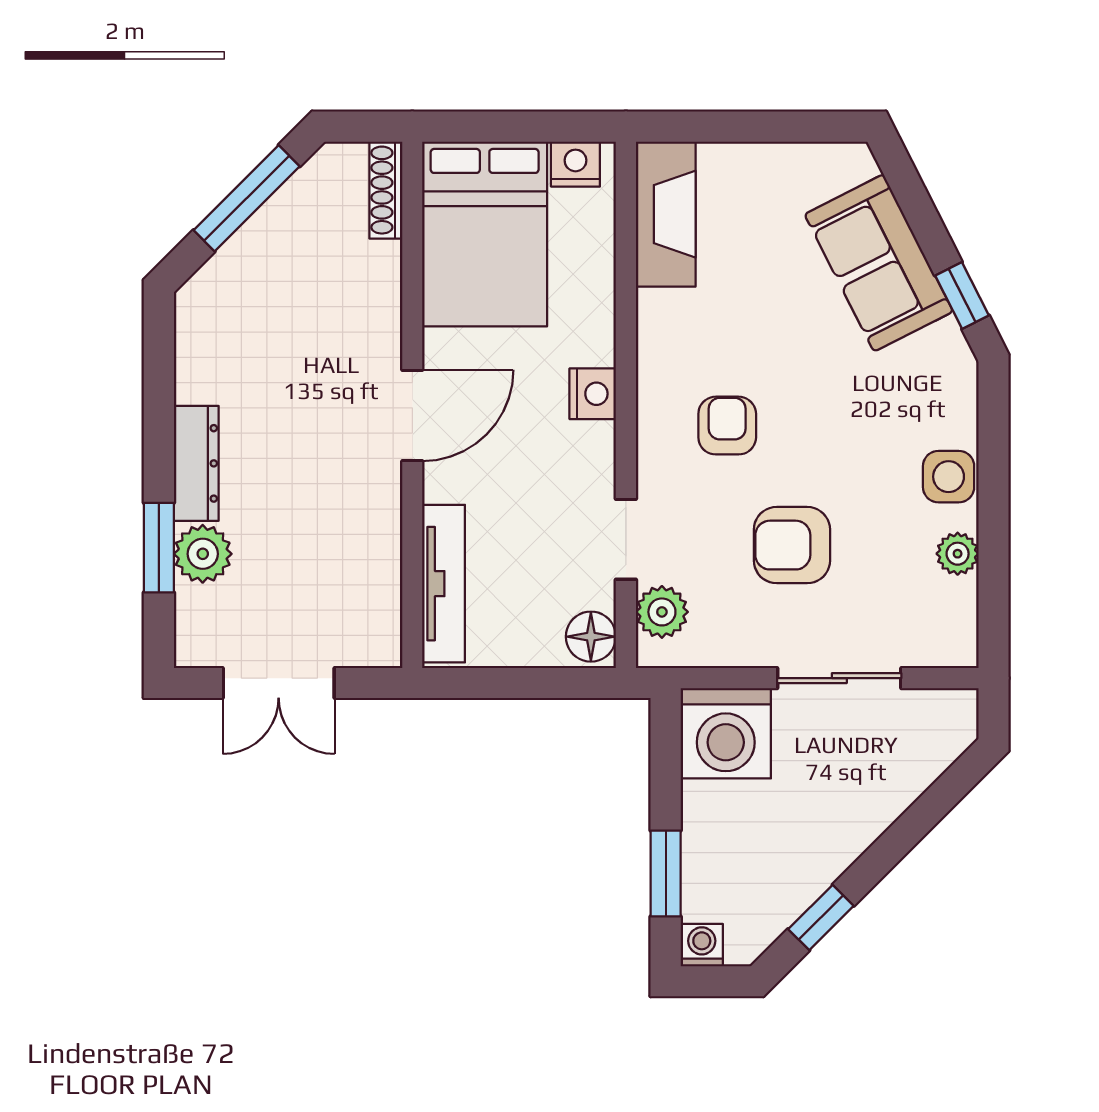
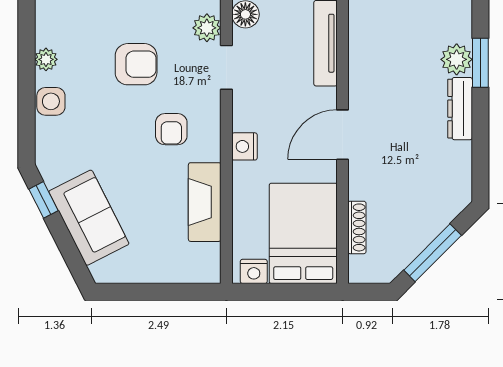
shoe rack: (386, 190) -> (357, 227), moved
fireplace: (666, 214) -> (205, 202), moved

